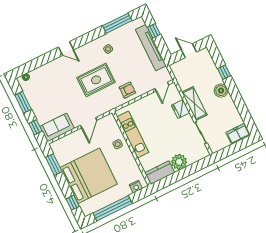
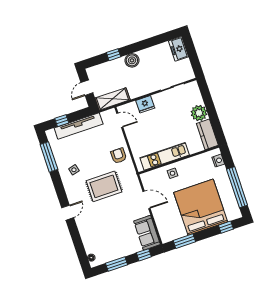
rug: (96, 80) -> (104, 186), turned 90
shelving: (194, 104) -> (112, 99), moved

